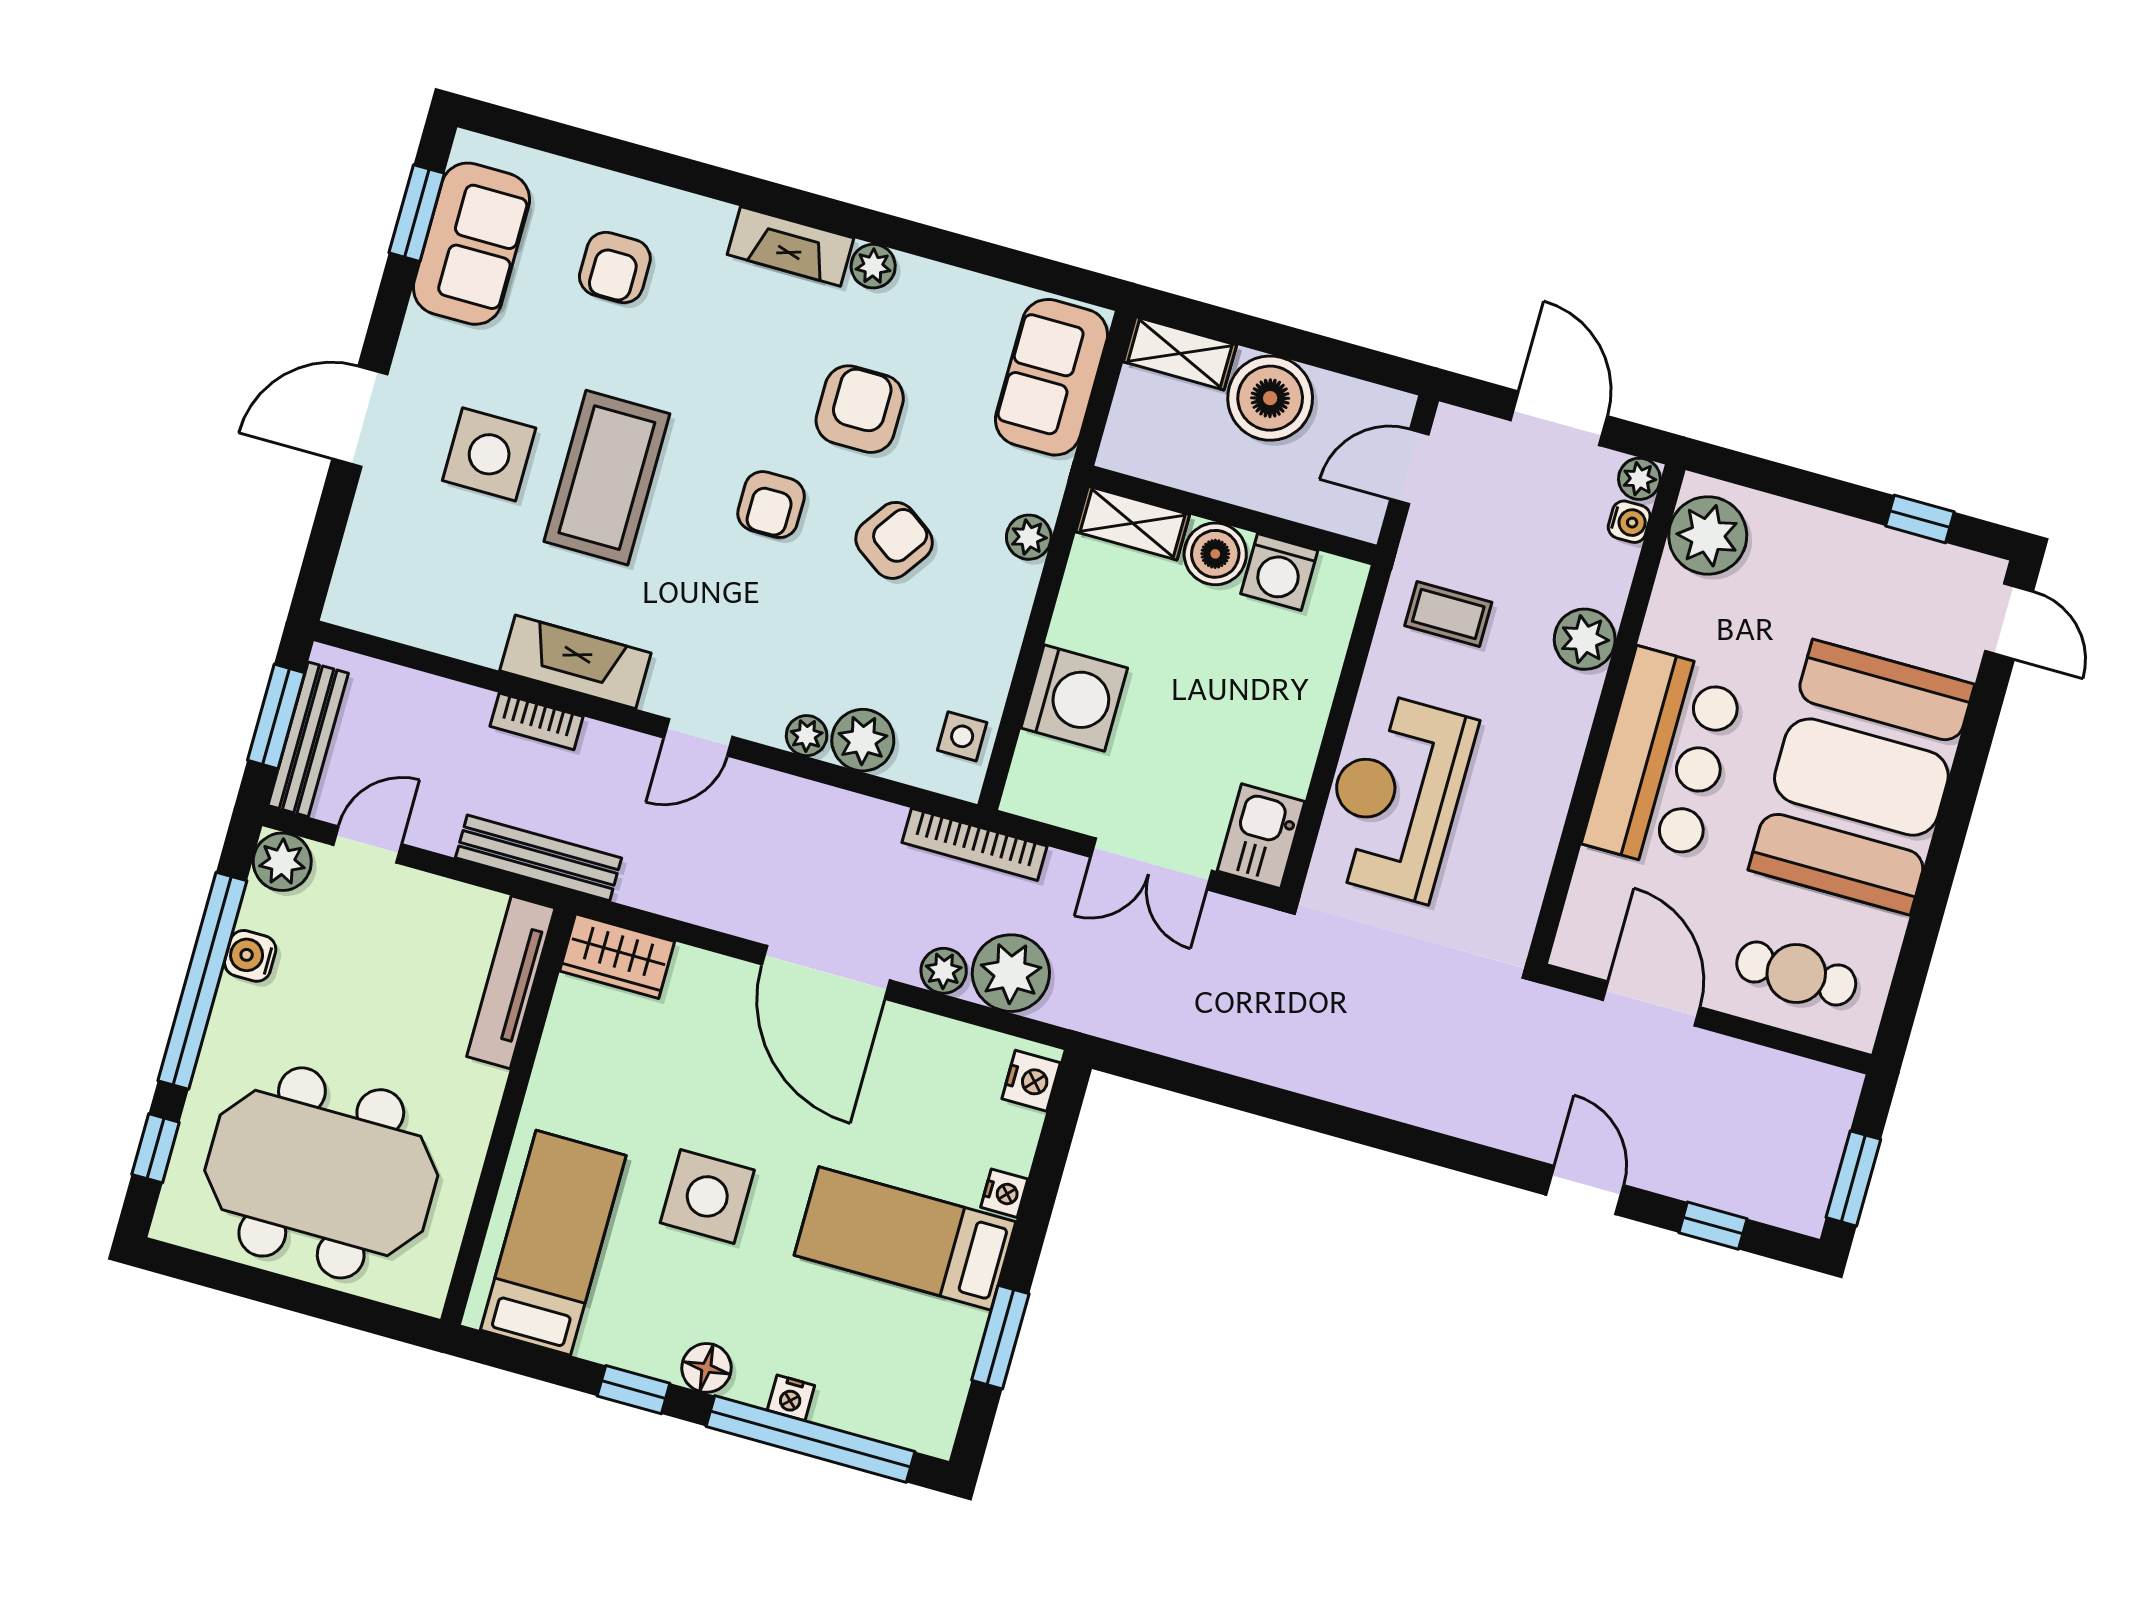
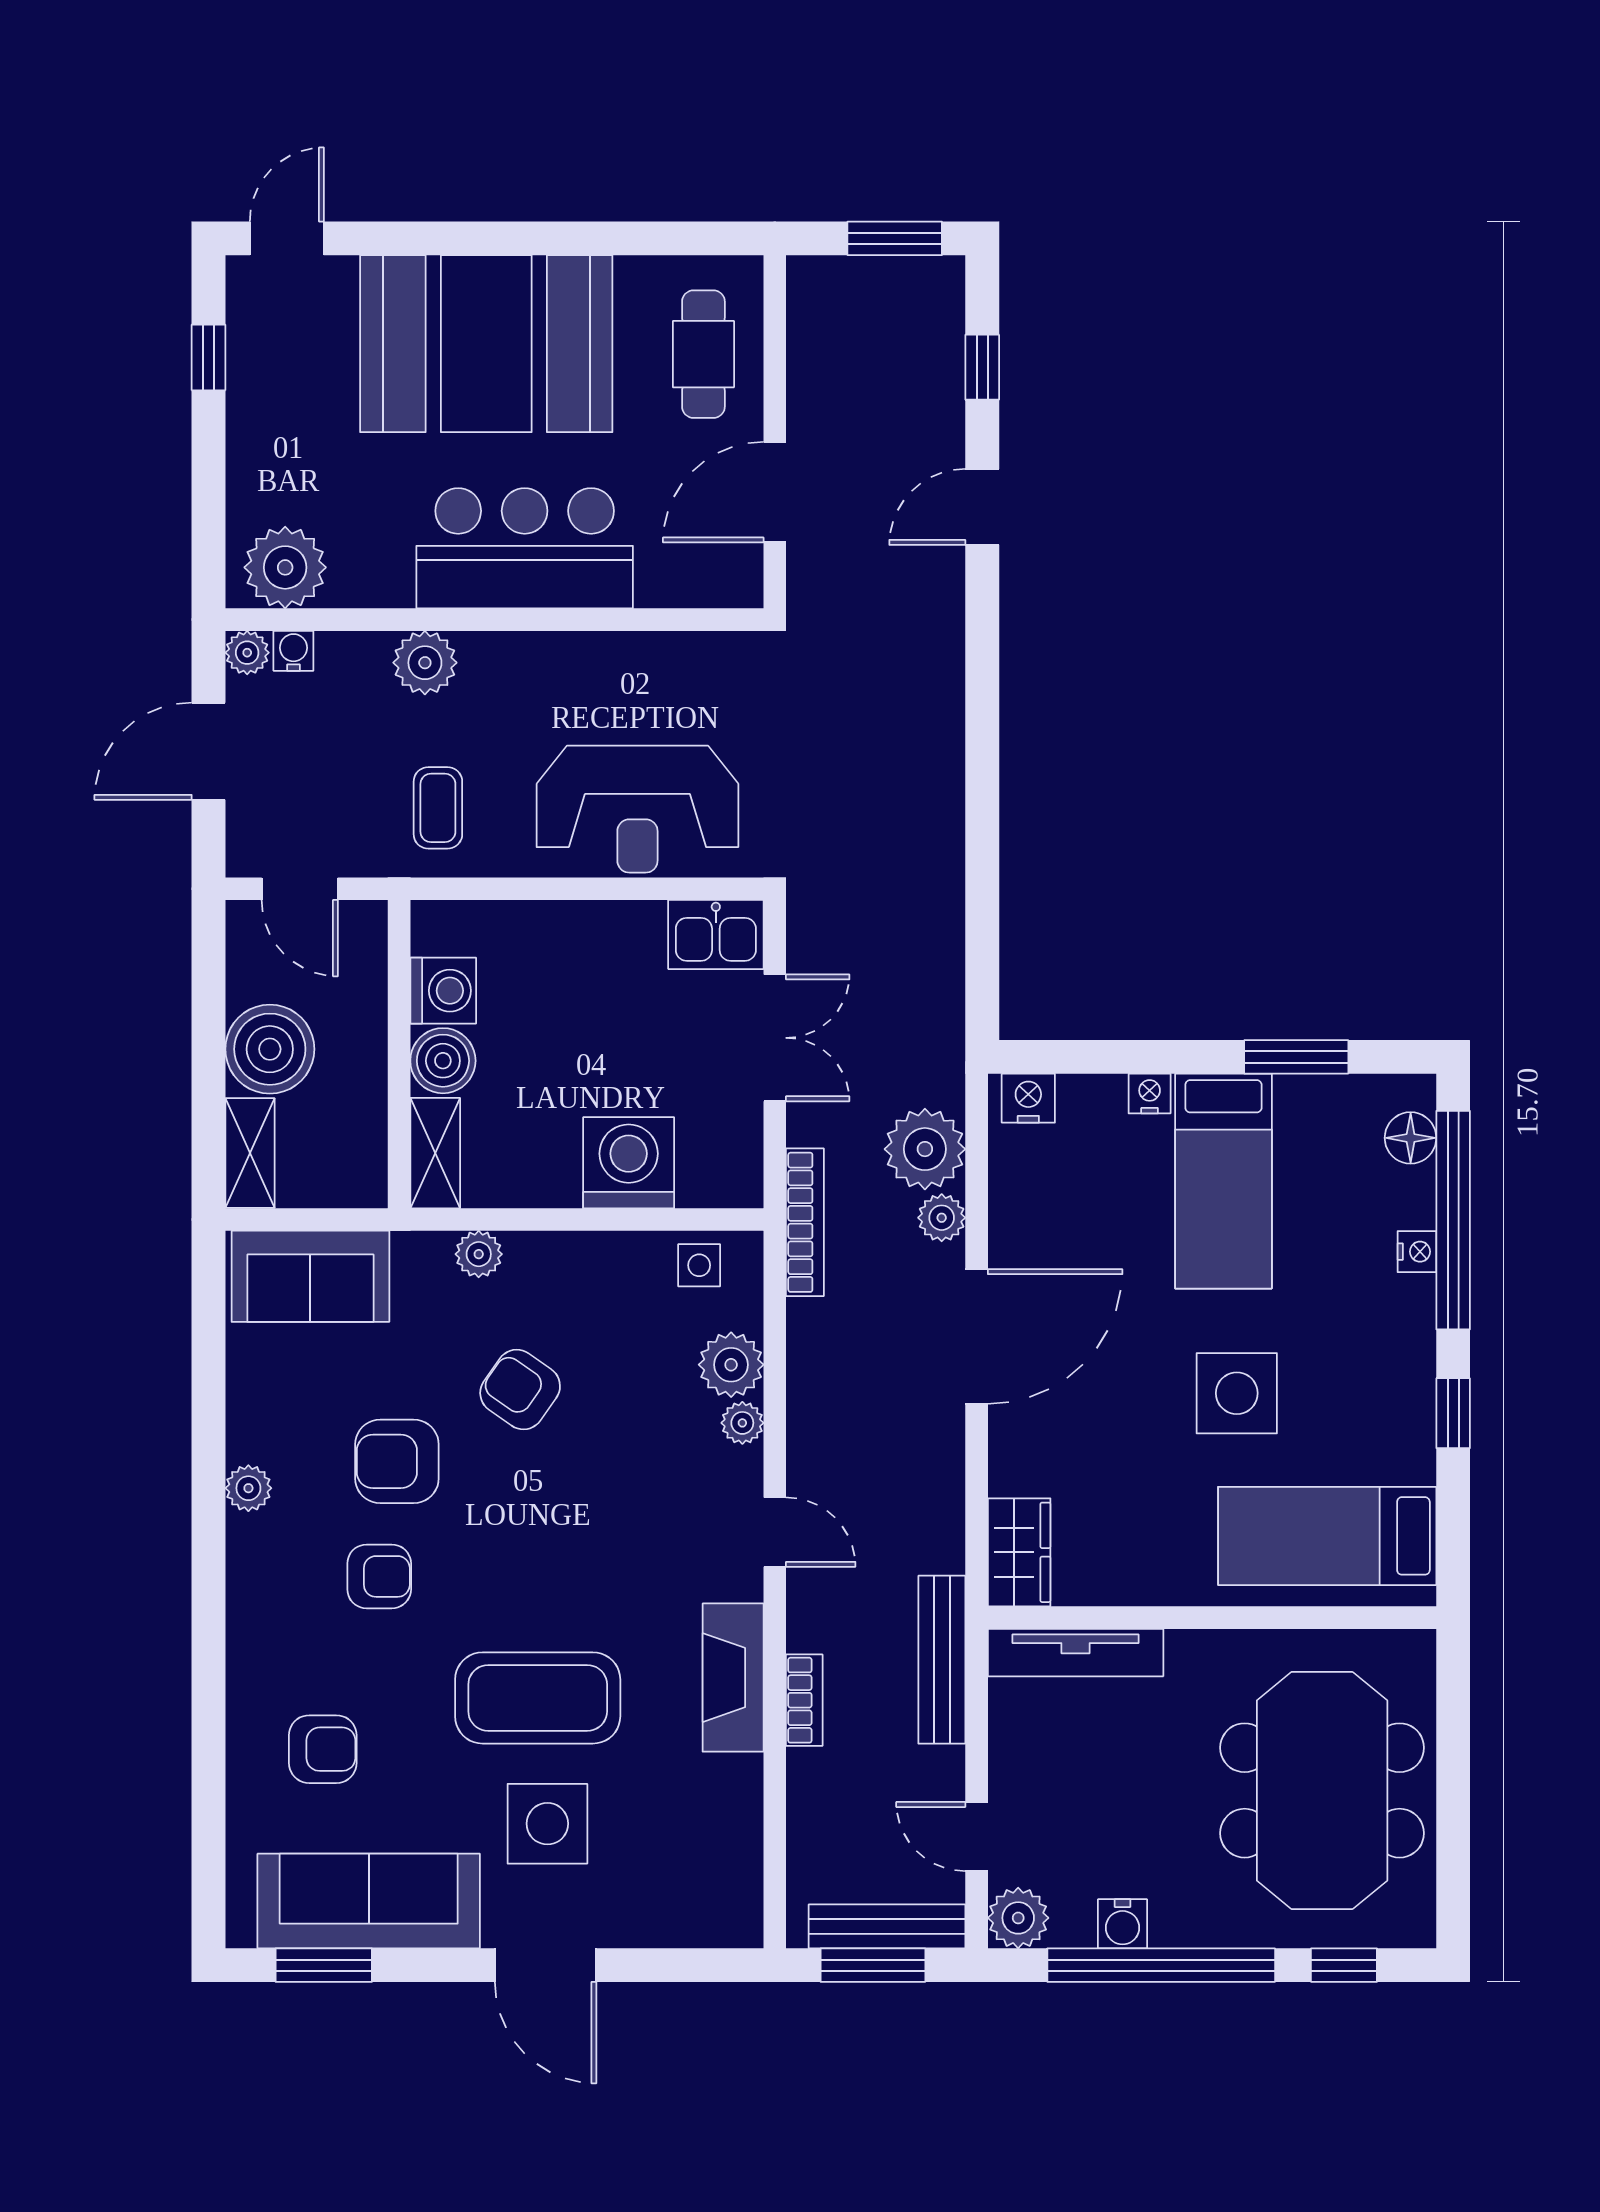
sofa: (471, 244) -> (369, 1901), width x1.36
fireplace: (790, 246) -> (252, 1578), removed
armchair: (771, 505) -> (379, 1576), moved
floor lamp: (706, 1368) -> (1411, 1138), moved

